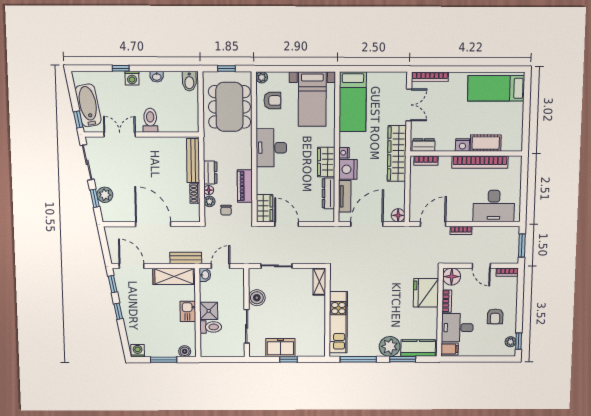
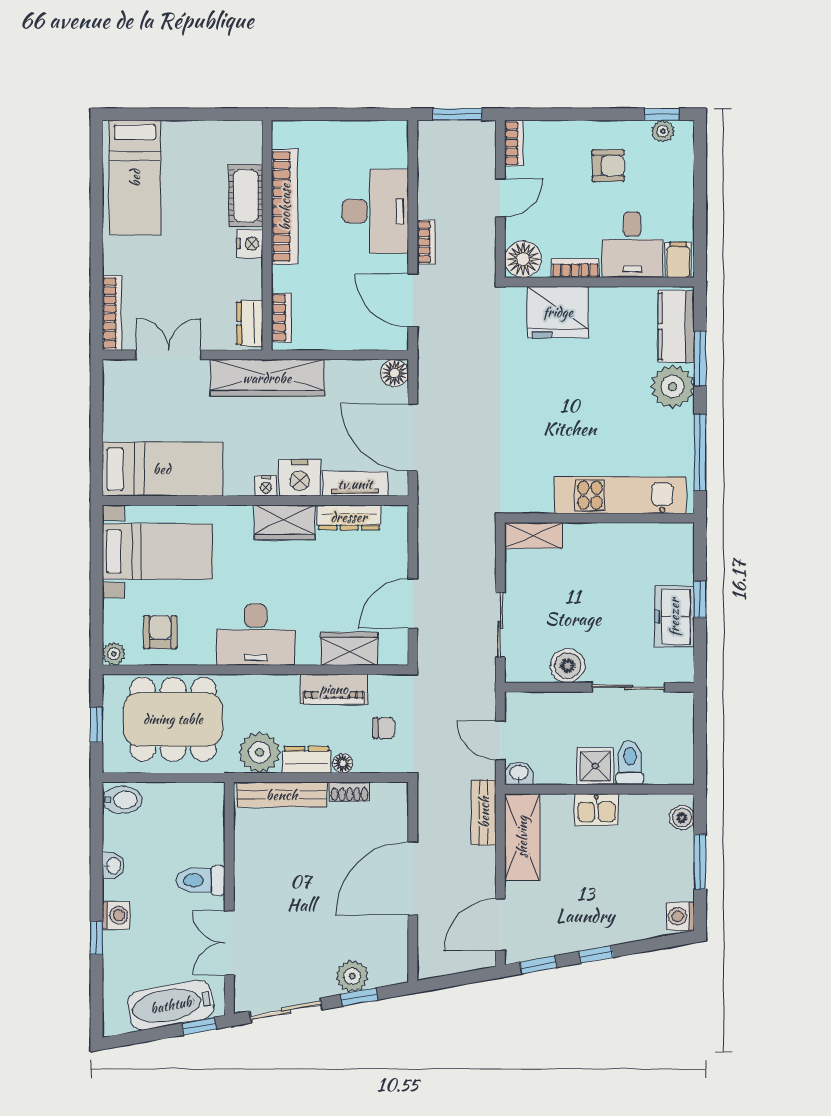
plant: (209, 201) -> (259, 752), moved, width x1.88, depth x1.88
desk: (494, 206) -> (375, 211), moved
wardrobe: (265, 208) -> (349, 649), moved

